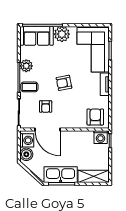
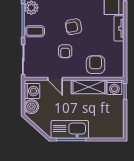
armchair: (46, 106) -> (65, 51), moved
armchair: (95, 117) -> (96, 65), moved
door: (48, 129) -> (55, 79), width x0.53
shelving: (94, 176) -> (89, 87), moved

